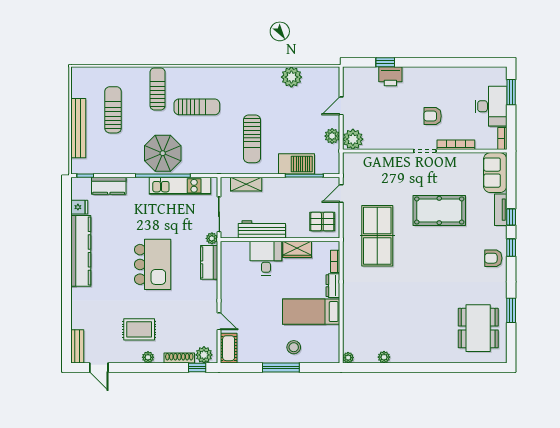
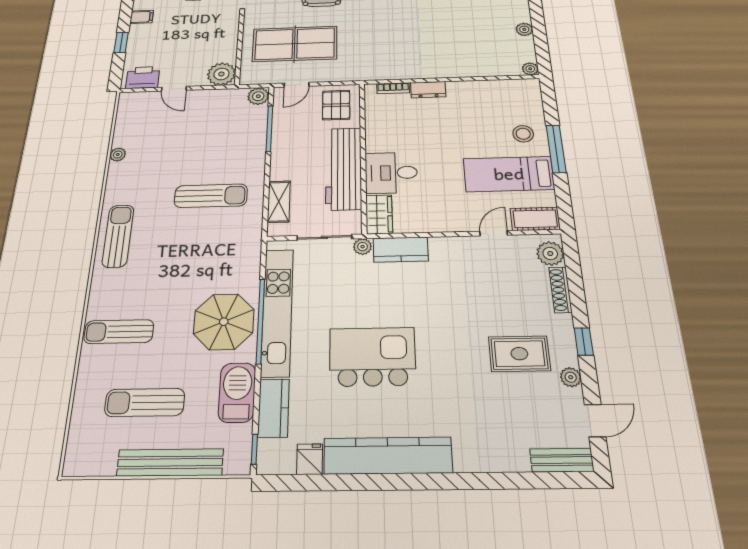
filing cabinet: (409, 75) -> (142, 17), added
printer: (390, 76) -> (143, 78), moved, turned -90
plant: (291, 77) -> (118, 155), width x0.53, depth x0.53
sun lounger: (197, 107) -> (118, 236), moved
plant: (332, 136) -> (258, 96), moved
barbecue: (296, 164) -> (237, 392), moved
kitchen unit: (180, 186) -> (277, 311), width x1.36
door: (341, 193) -> (297, 85), hinge flipped
workbench: (262, 229) -> (344, 168), width x1.36, depth x1.32
table tennis table: (377, 236) -> (295, 44), moved
wardrobe: (297, 249) -> (379, 214), moved
kitchen island: (153, 264) -> (372, 357), moved
bed: (311, 312) -> (509, 174), moved, turned 90
rug: (139, 329) -> (519, 354), turned 90
plant: (148, 357) -> (571, 377), moved
window: (197, 368) -> (584, 342), moved

